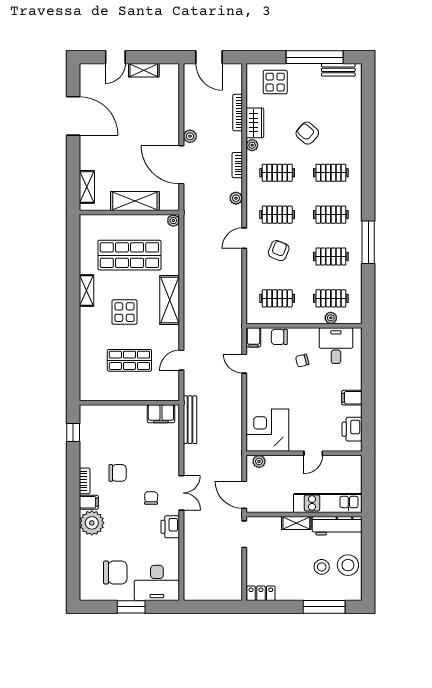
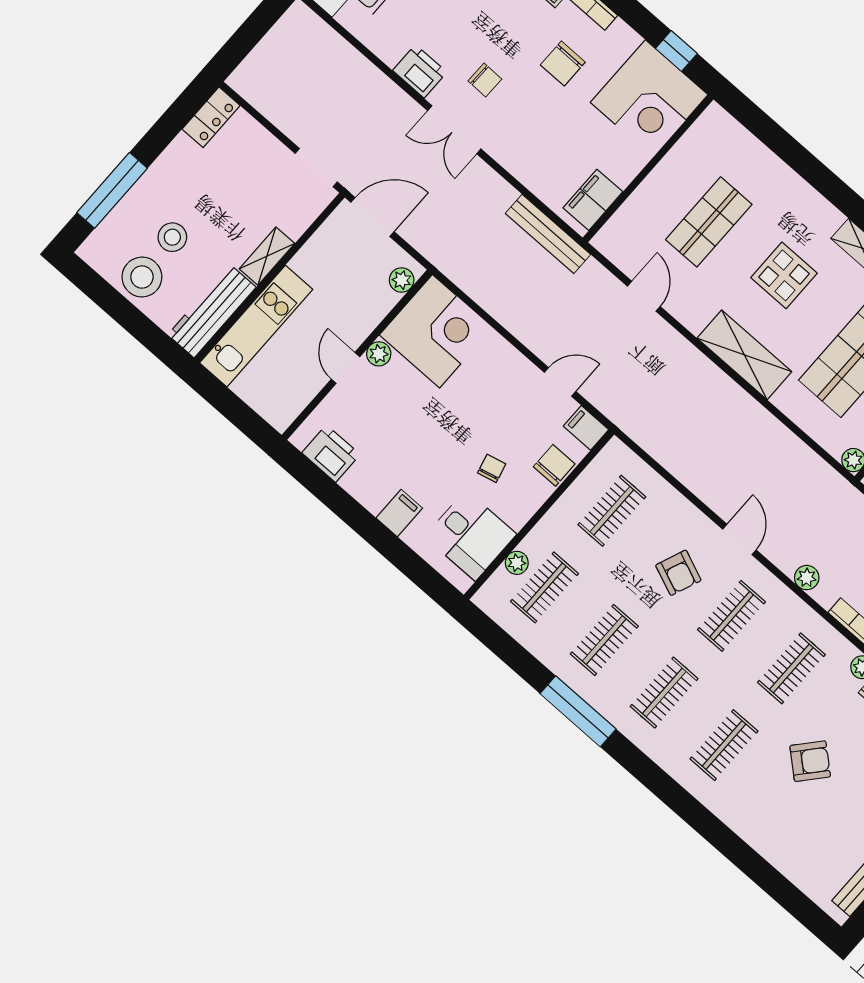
filing cabinet: (352, 398) -> (399, 513), moved
corner desk: (101, 427) -> (649, 99), added
plant: (296, 445) -> (379, 354), added

